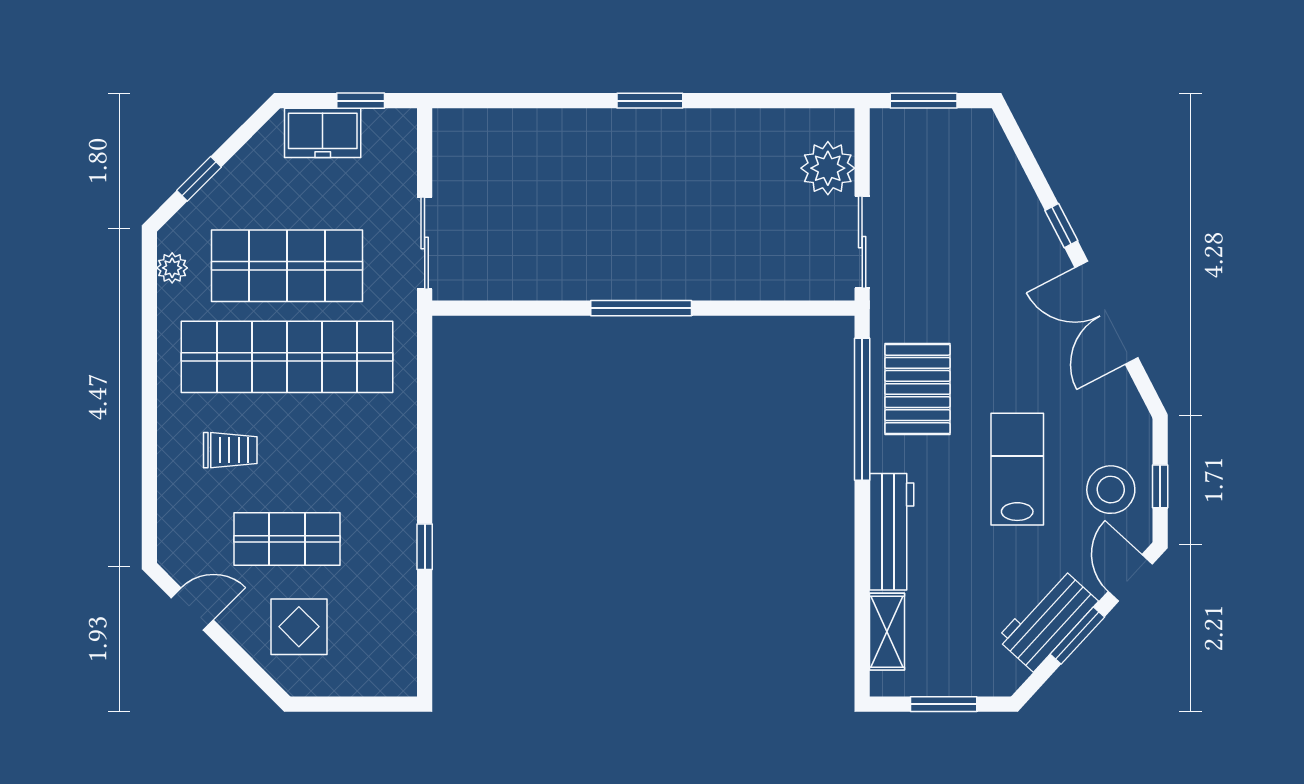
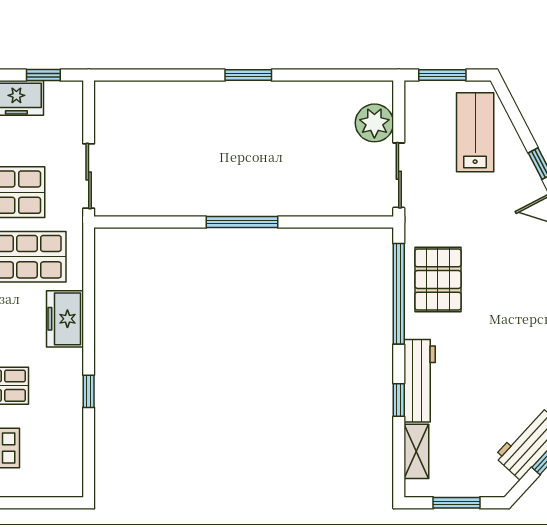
freezer: (391, 444) -> (65, 319), added
lab bench: (1017, 469) -> (475, 132), moved
window: (862, 559) -> (399, 400), added

